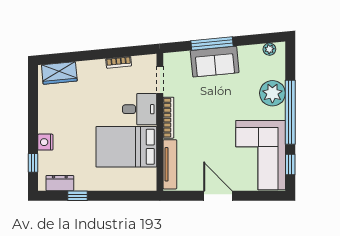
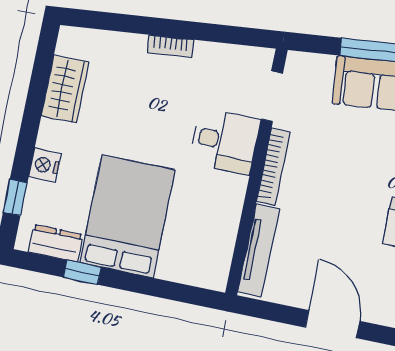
bookcase: (119, 62) -> (170, 46), moved
wardrobe: (59, 73) -> (65, 89), moved, turned -85
bed: (126, 147) -> (127, 216), moved, turned 90

